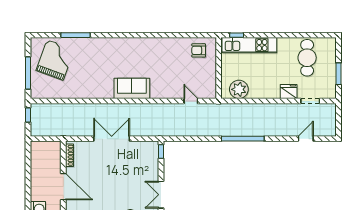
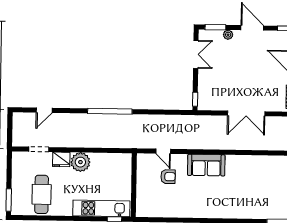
armchair: (199, 50) -> (168, 177), moved
window: (339, 74) -> (9, 200), moved
sofa: (132, 88) -> (206, 165), moved
plant: (239, 89) -> (80, 162), moved

